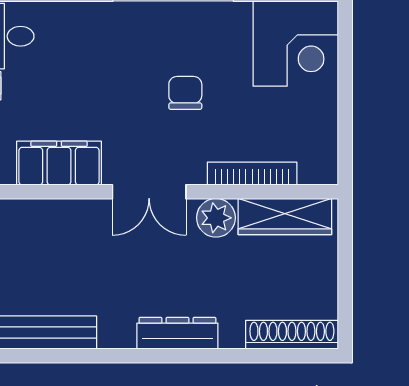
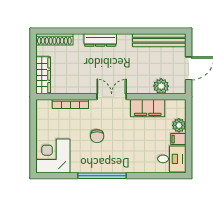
wardrobe: (285, 217) -> (43, 75), moved, turned 90
plant: (216, 218) -> (161, 86), moved

